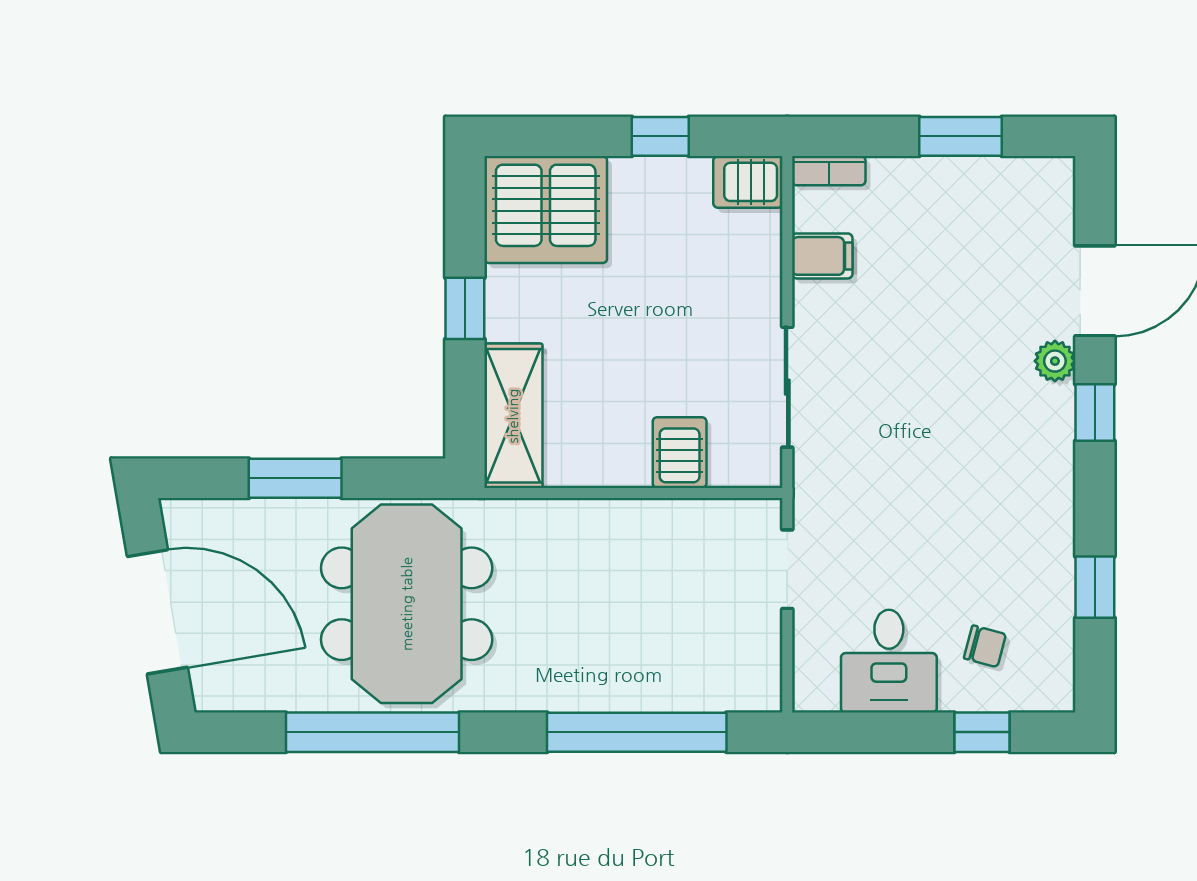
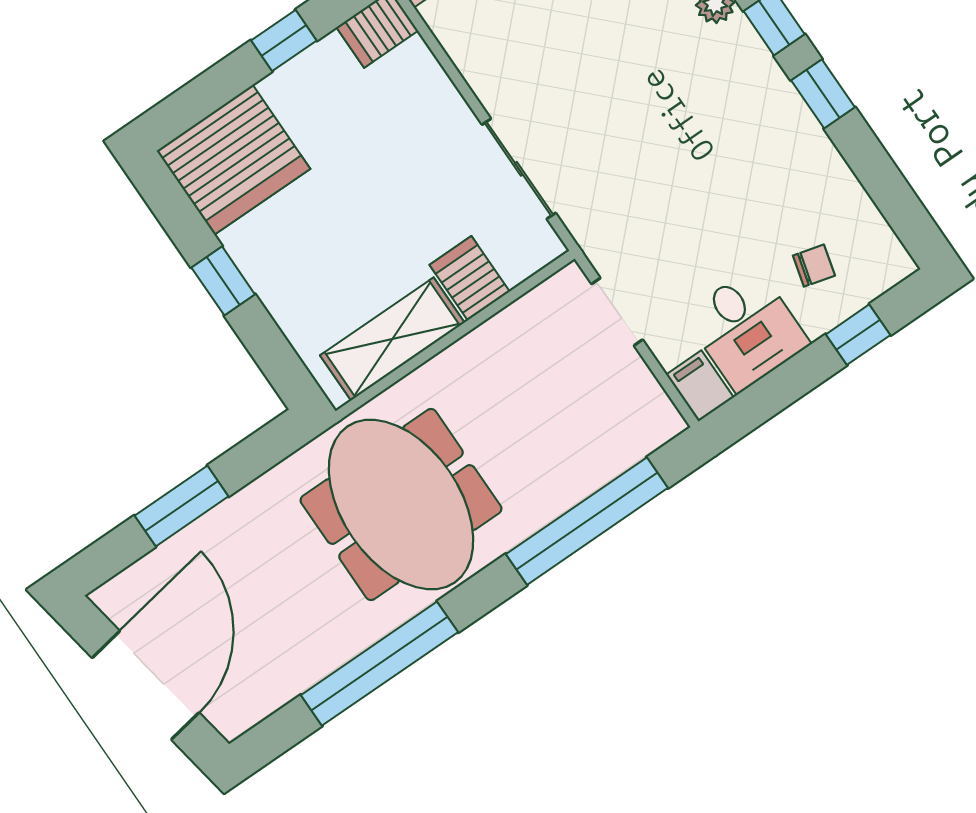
filing cabinet: (822, 256) -> (700, 386), moved, turned -90
shelving: (513, 416) -> (392, 339), moved, turned 90
window: (1095, 587) -> (823, 94), moved
meeting table: (407, 604) -> (401, 504), moved
door: (157, 612) -> (146, 685), hinge flipped

